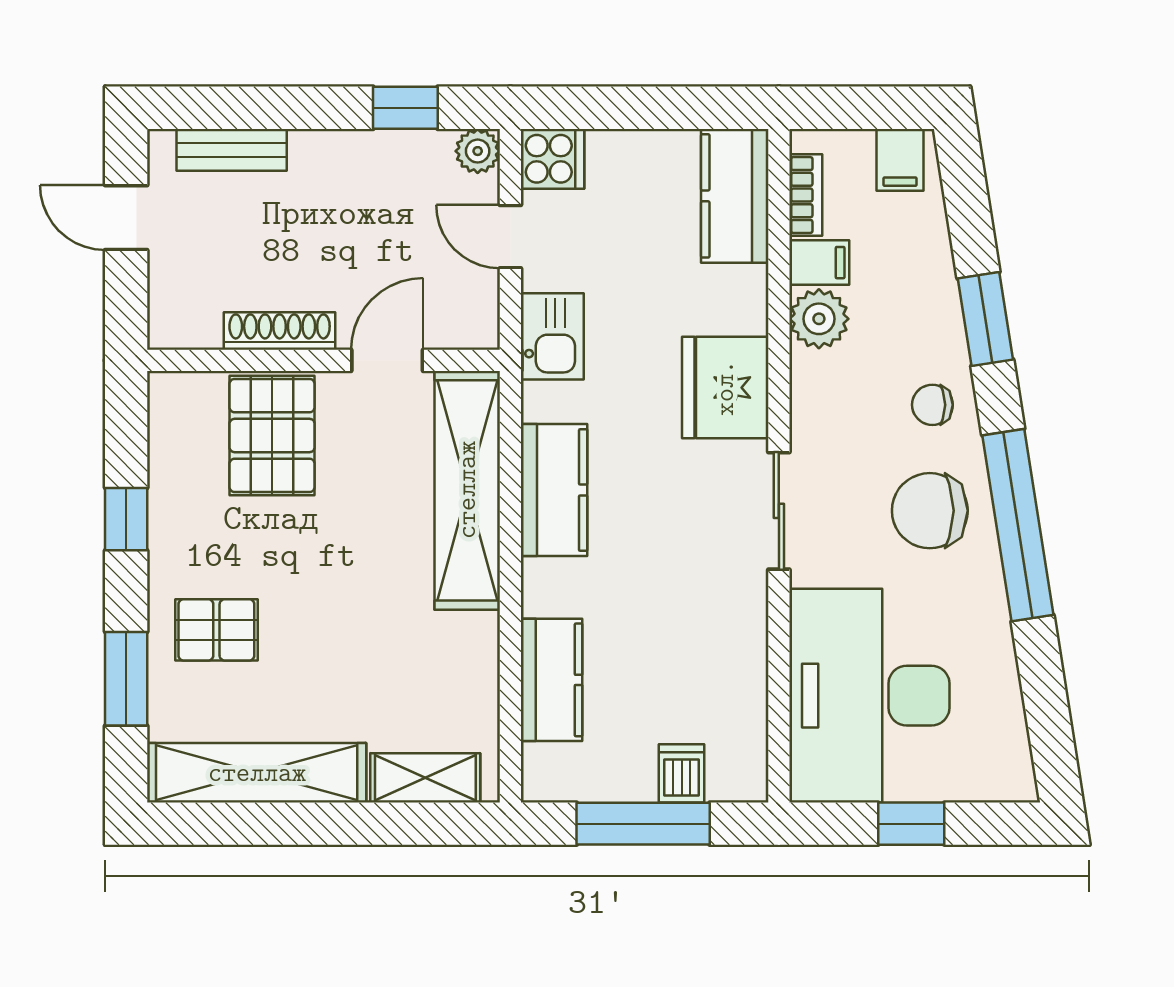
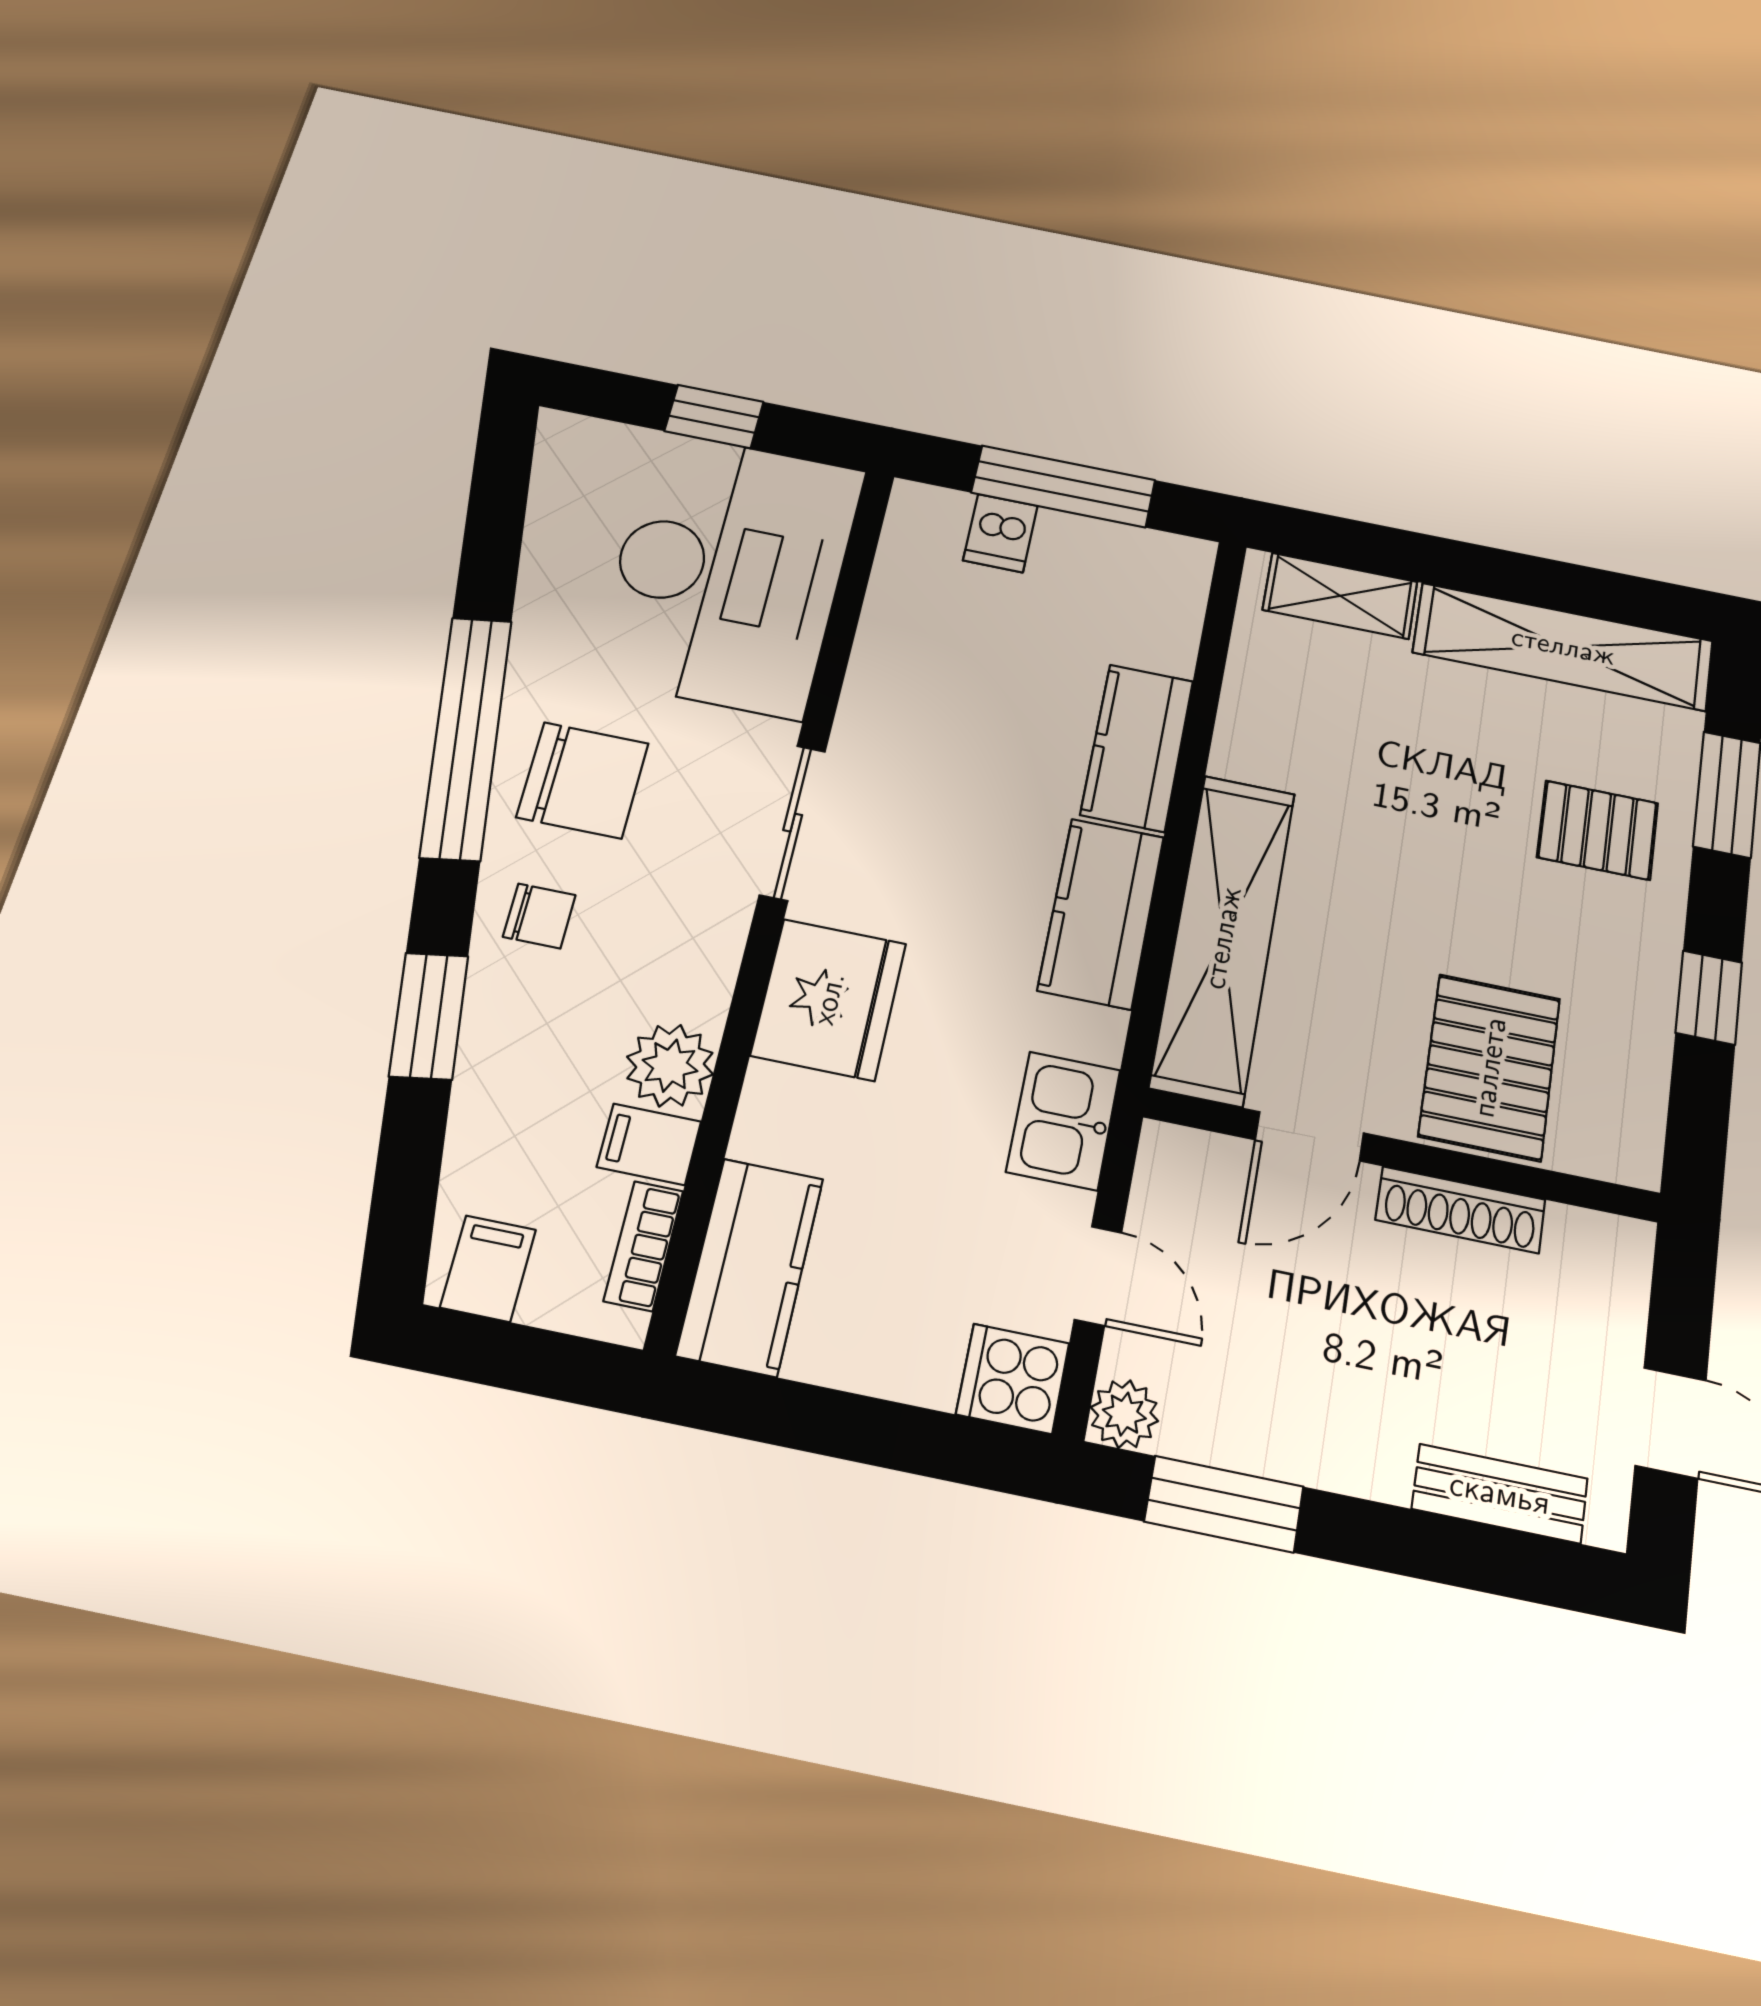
window: (405, 108) -> (1224, 1504), width x1.50
kitchen counter: (552, 680) -> (1137, 748), moved

